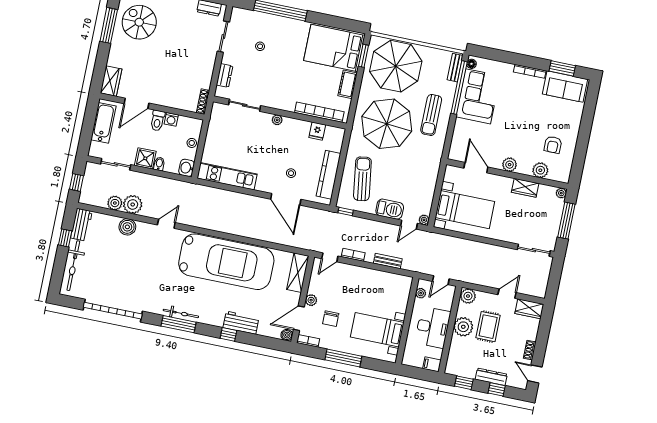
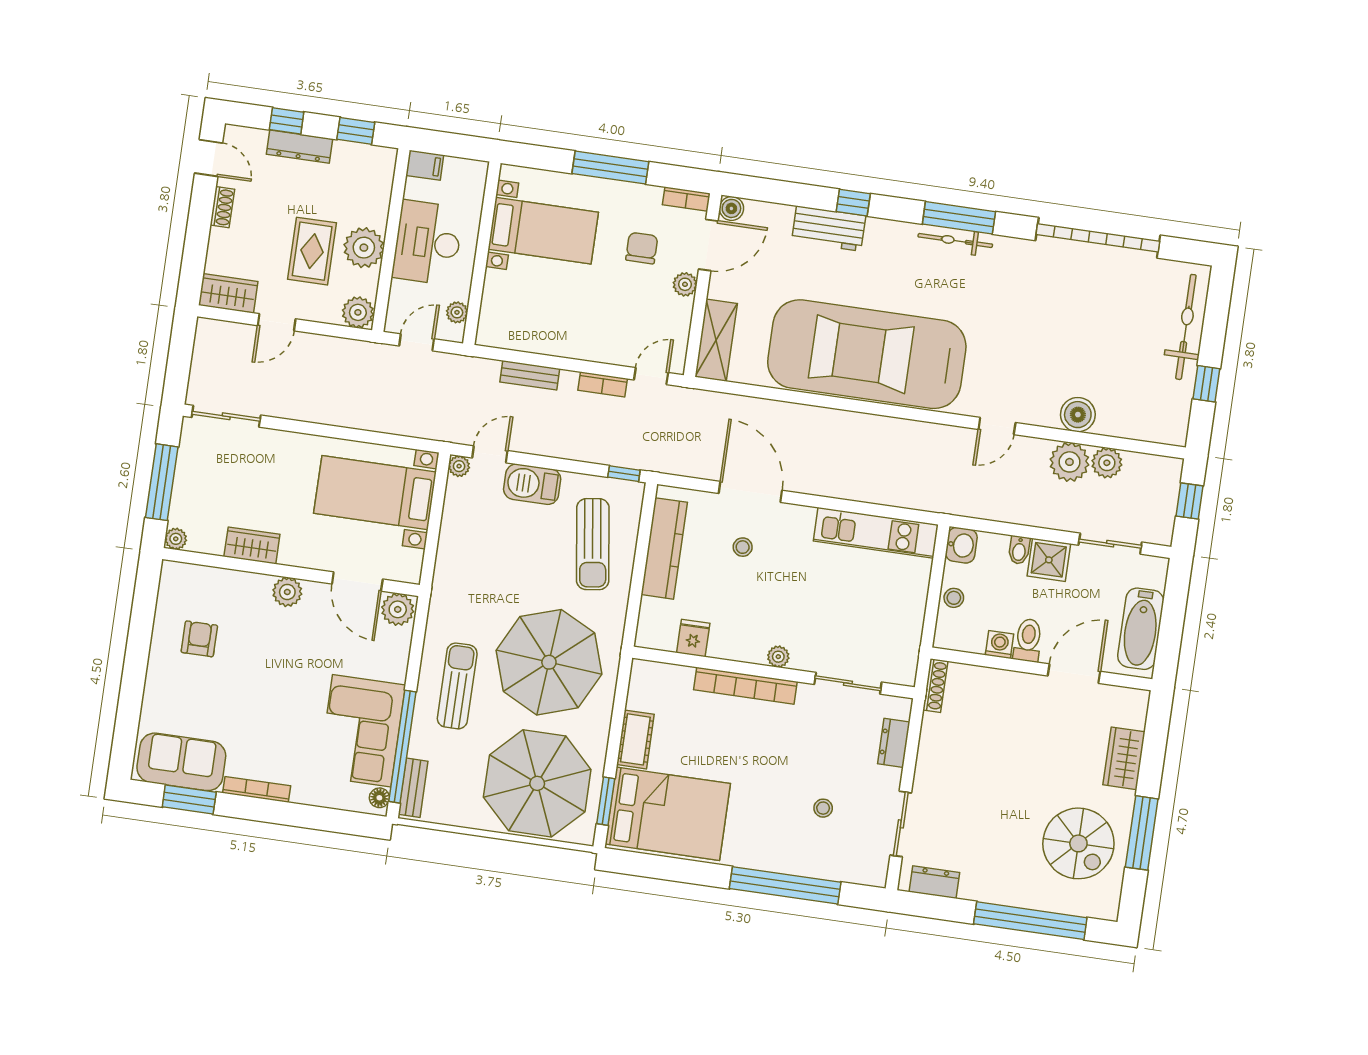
wardrobe: (111, 81) -> (1124, 758), moved
bookcase: (319, 112) -> (745, 686), moved
plant: (540, 170) -> (398, 609), moved
workbench: (81, 225) -> (1174, 413), removed

